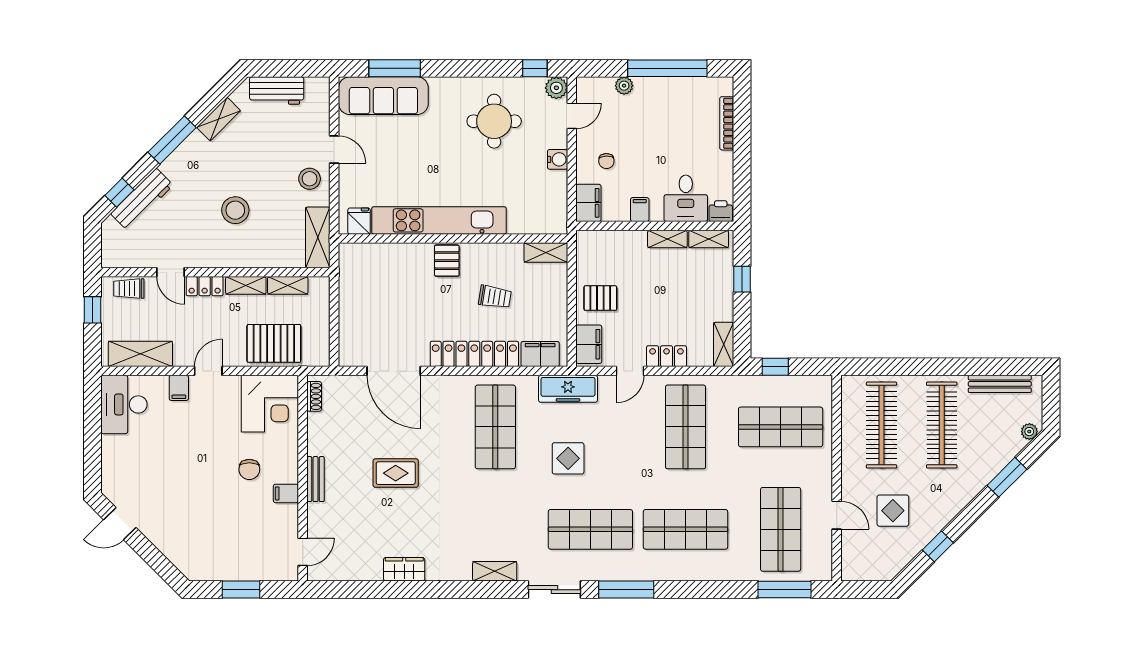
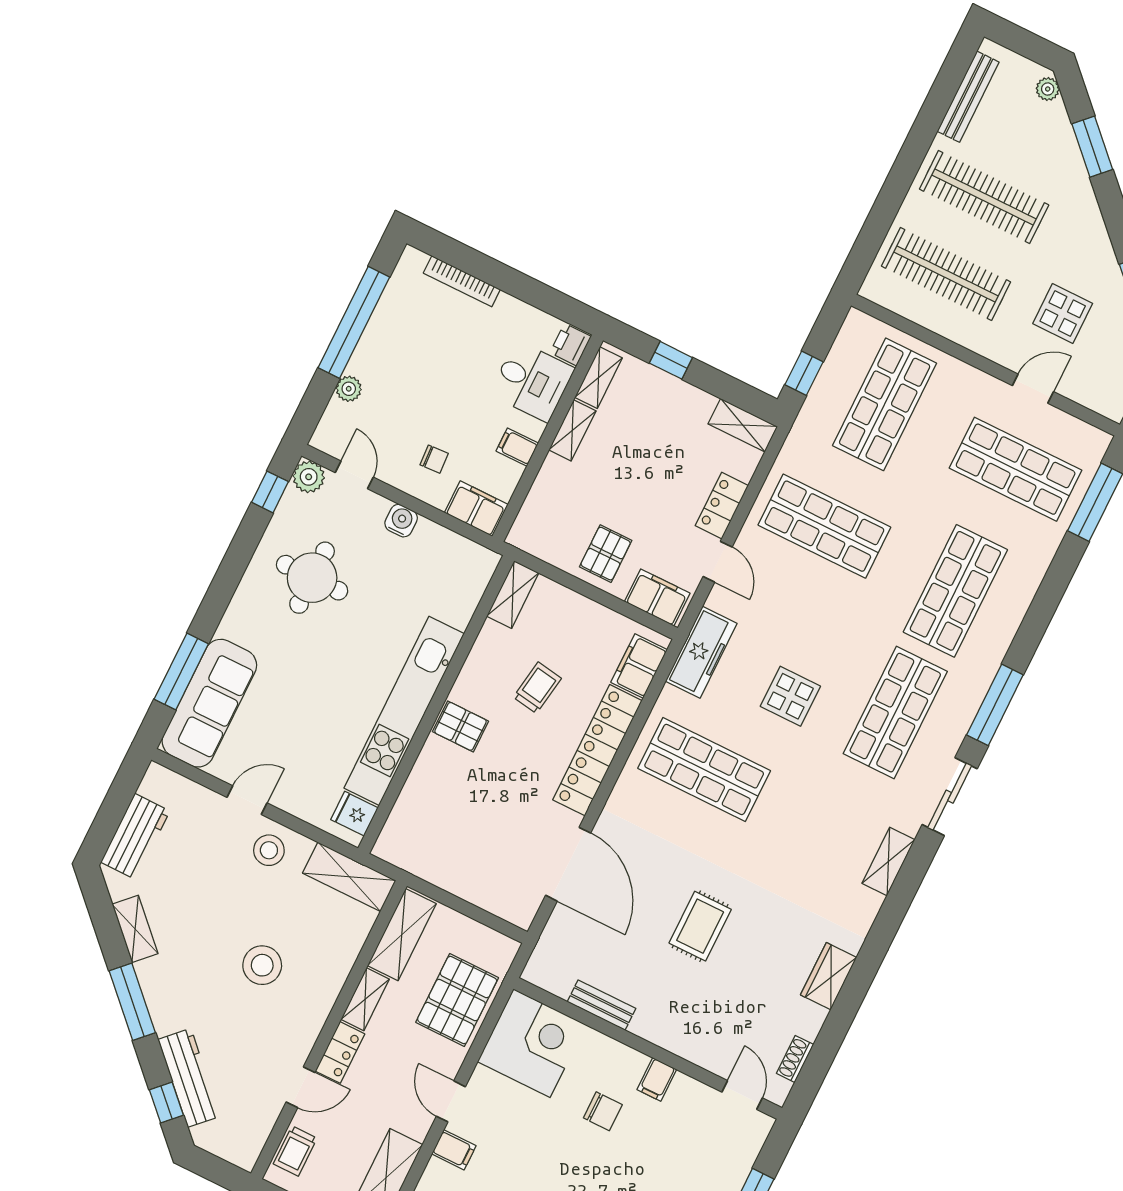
shelving: (288, 285) -> (402, 935), width x1.50, depth x1.33
door: (394, 371) -> (568, 864), hinge flipped
shoe rack: (314, 396) -> (795, 1059), moved, turned -90
bench: (315, 479) -> (601, 1005), moved

